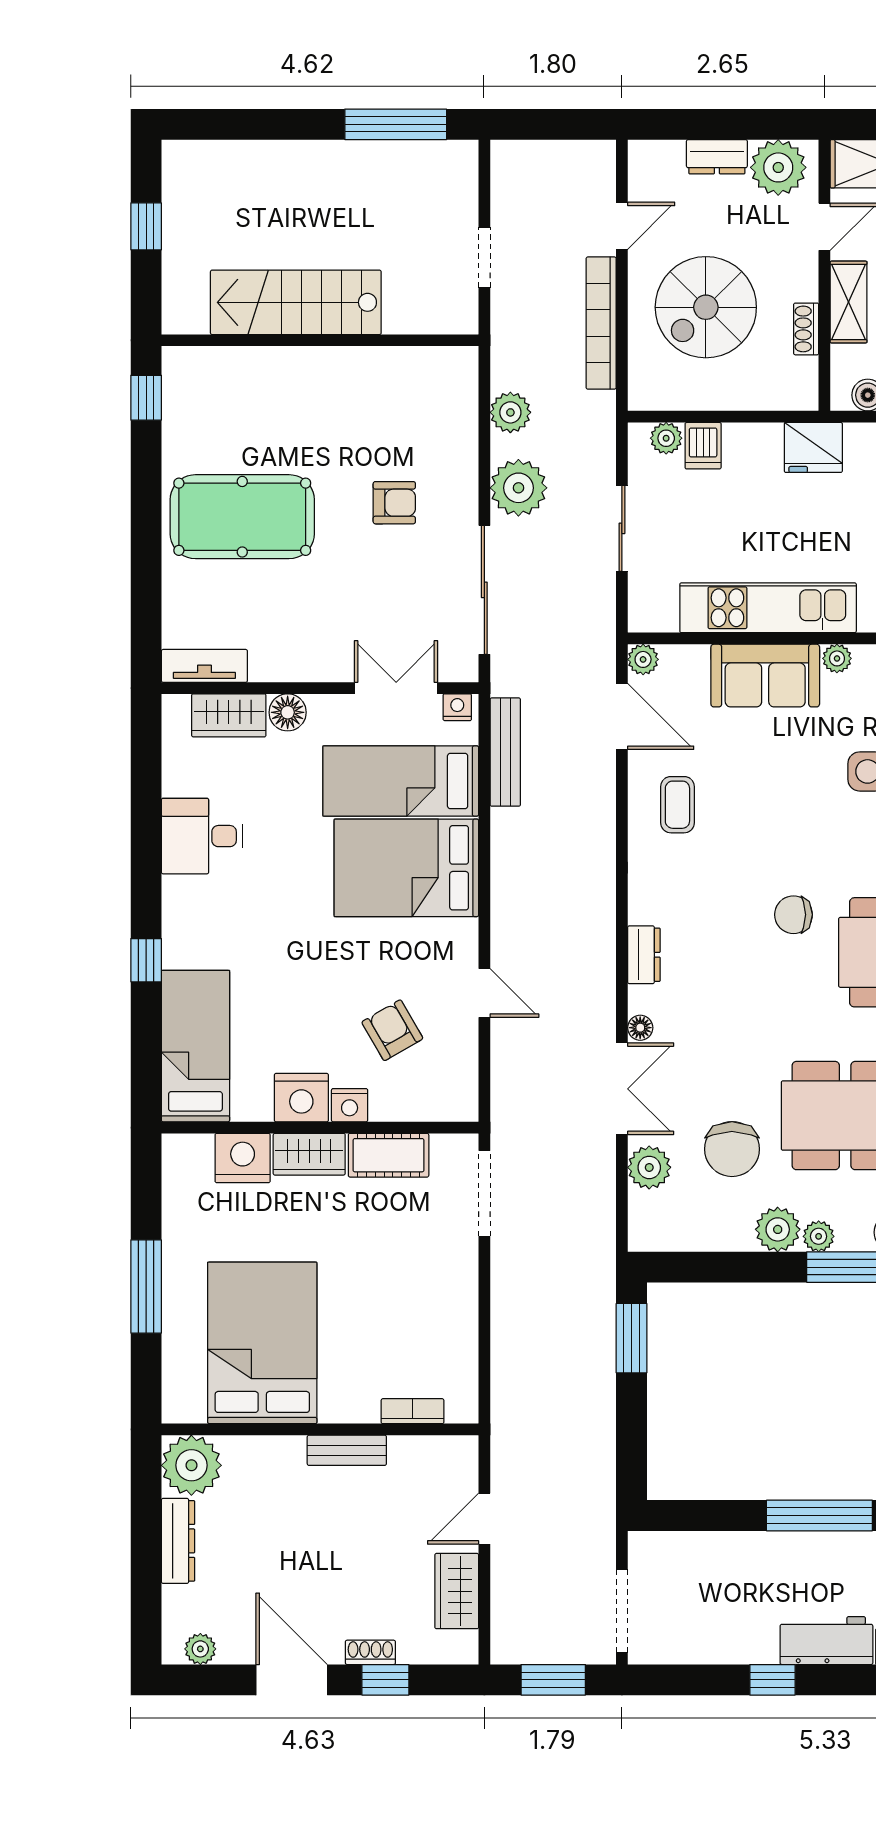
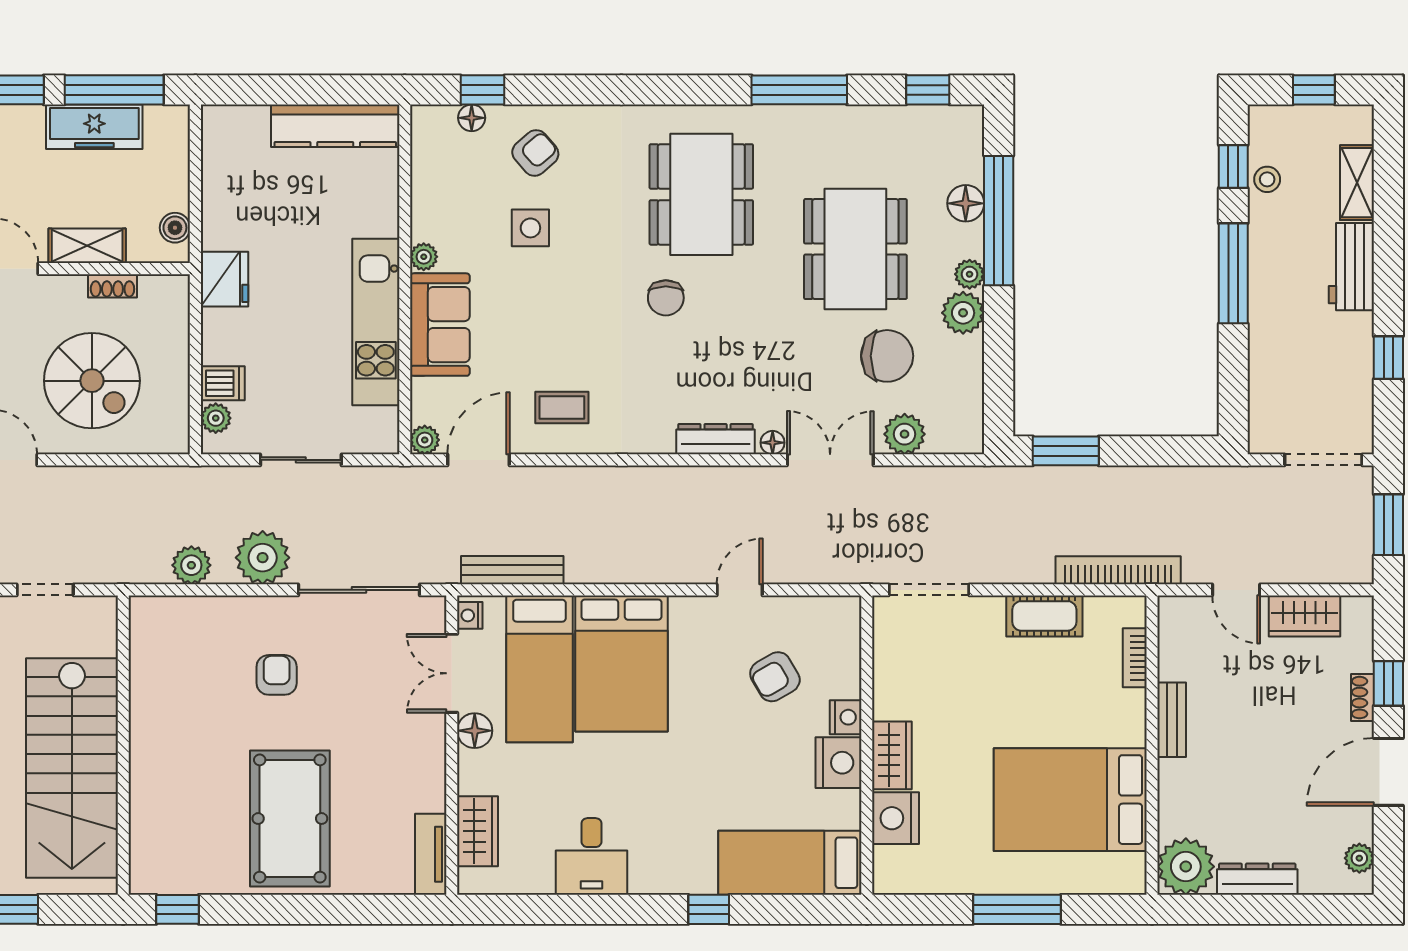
stairs: (296, 302) -> (72, 768), width x1.36, depth x1.51
bookcase: (601, 323) -> (1118, 570), moved, turned 180
floor lamp: (288, 712) -> (475, 731), moved
dresser: (644, 955) -> (716, 439), width x1.44
cot: (389, 1155) -> (1044, 616), moved, turned 90
window: (772, 1680) -> (1388, 358), moved

